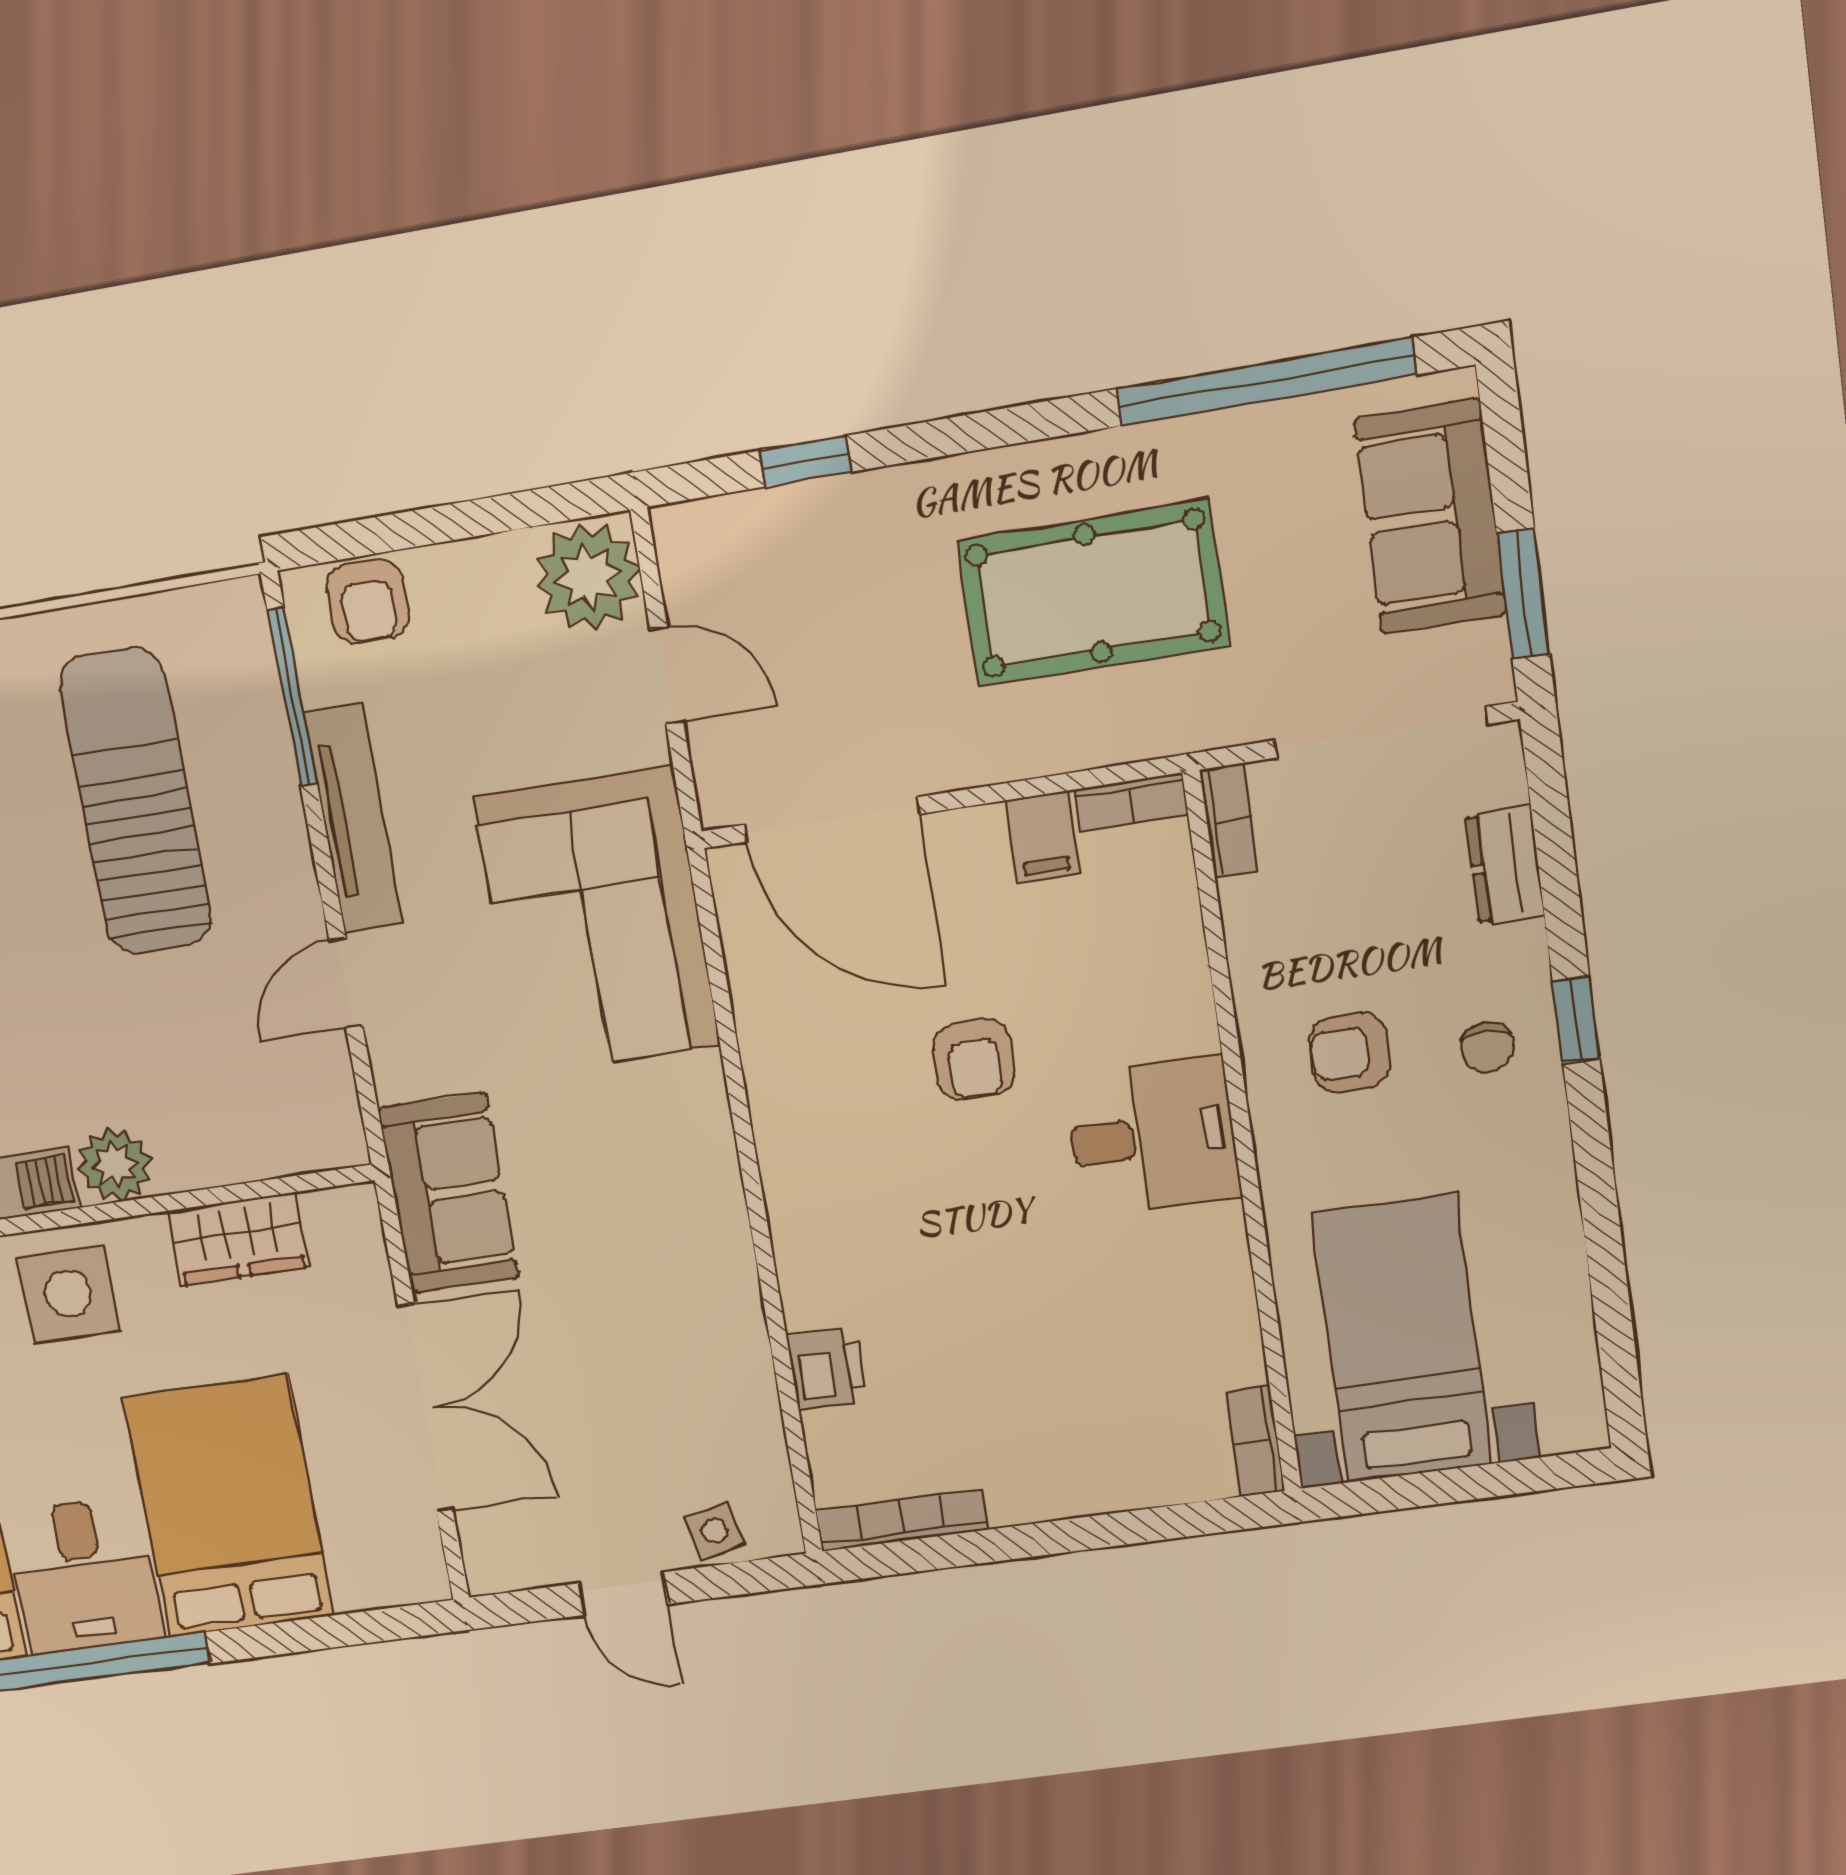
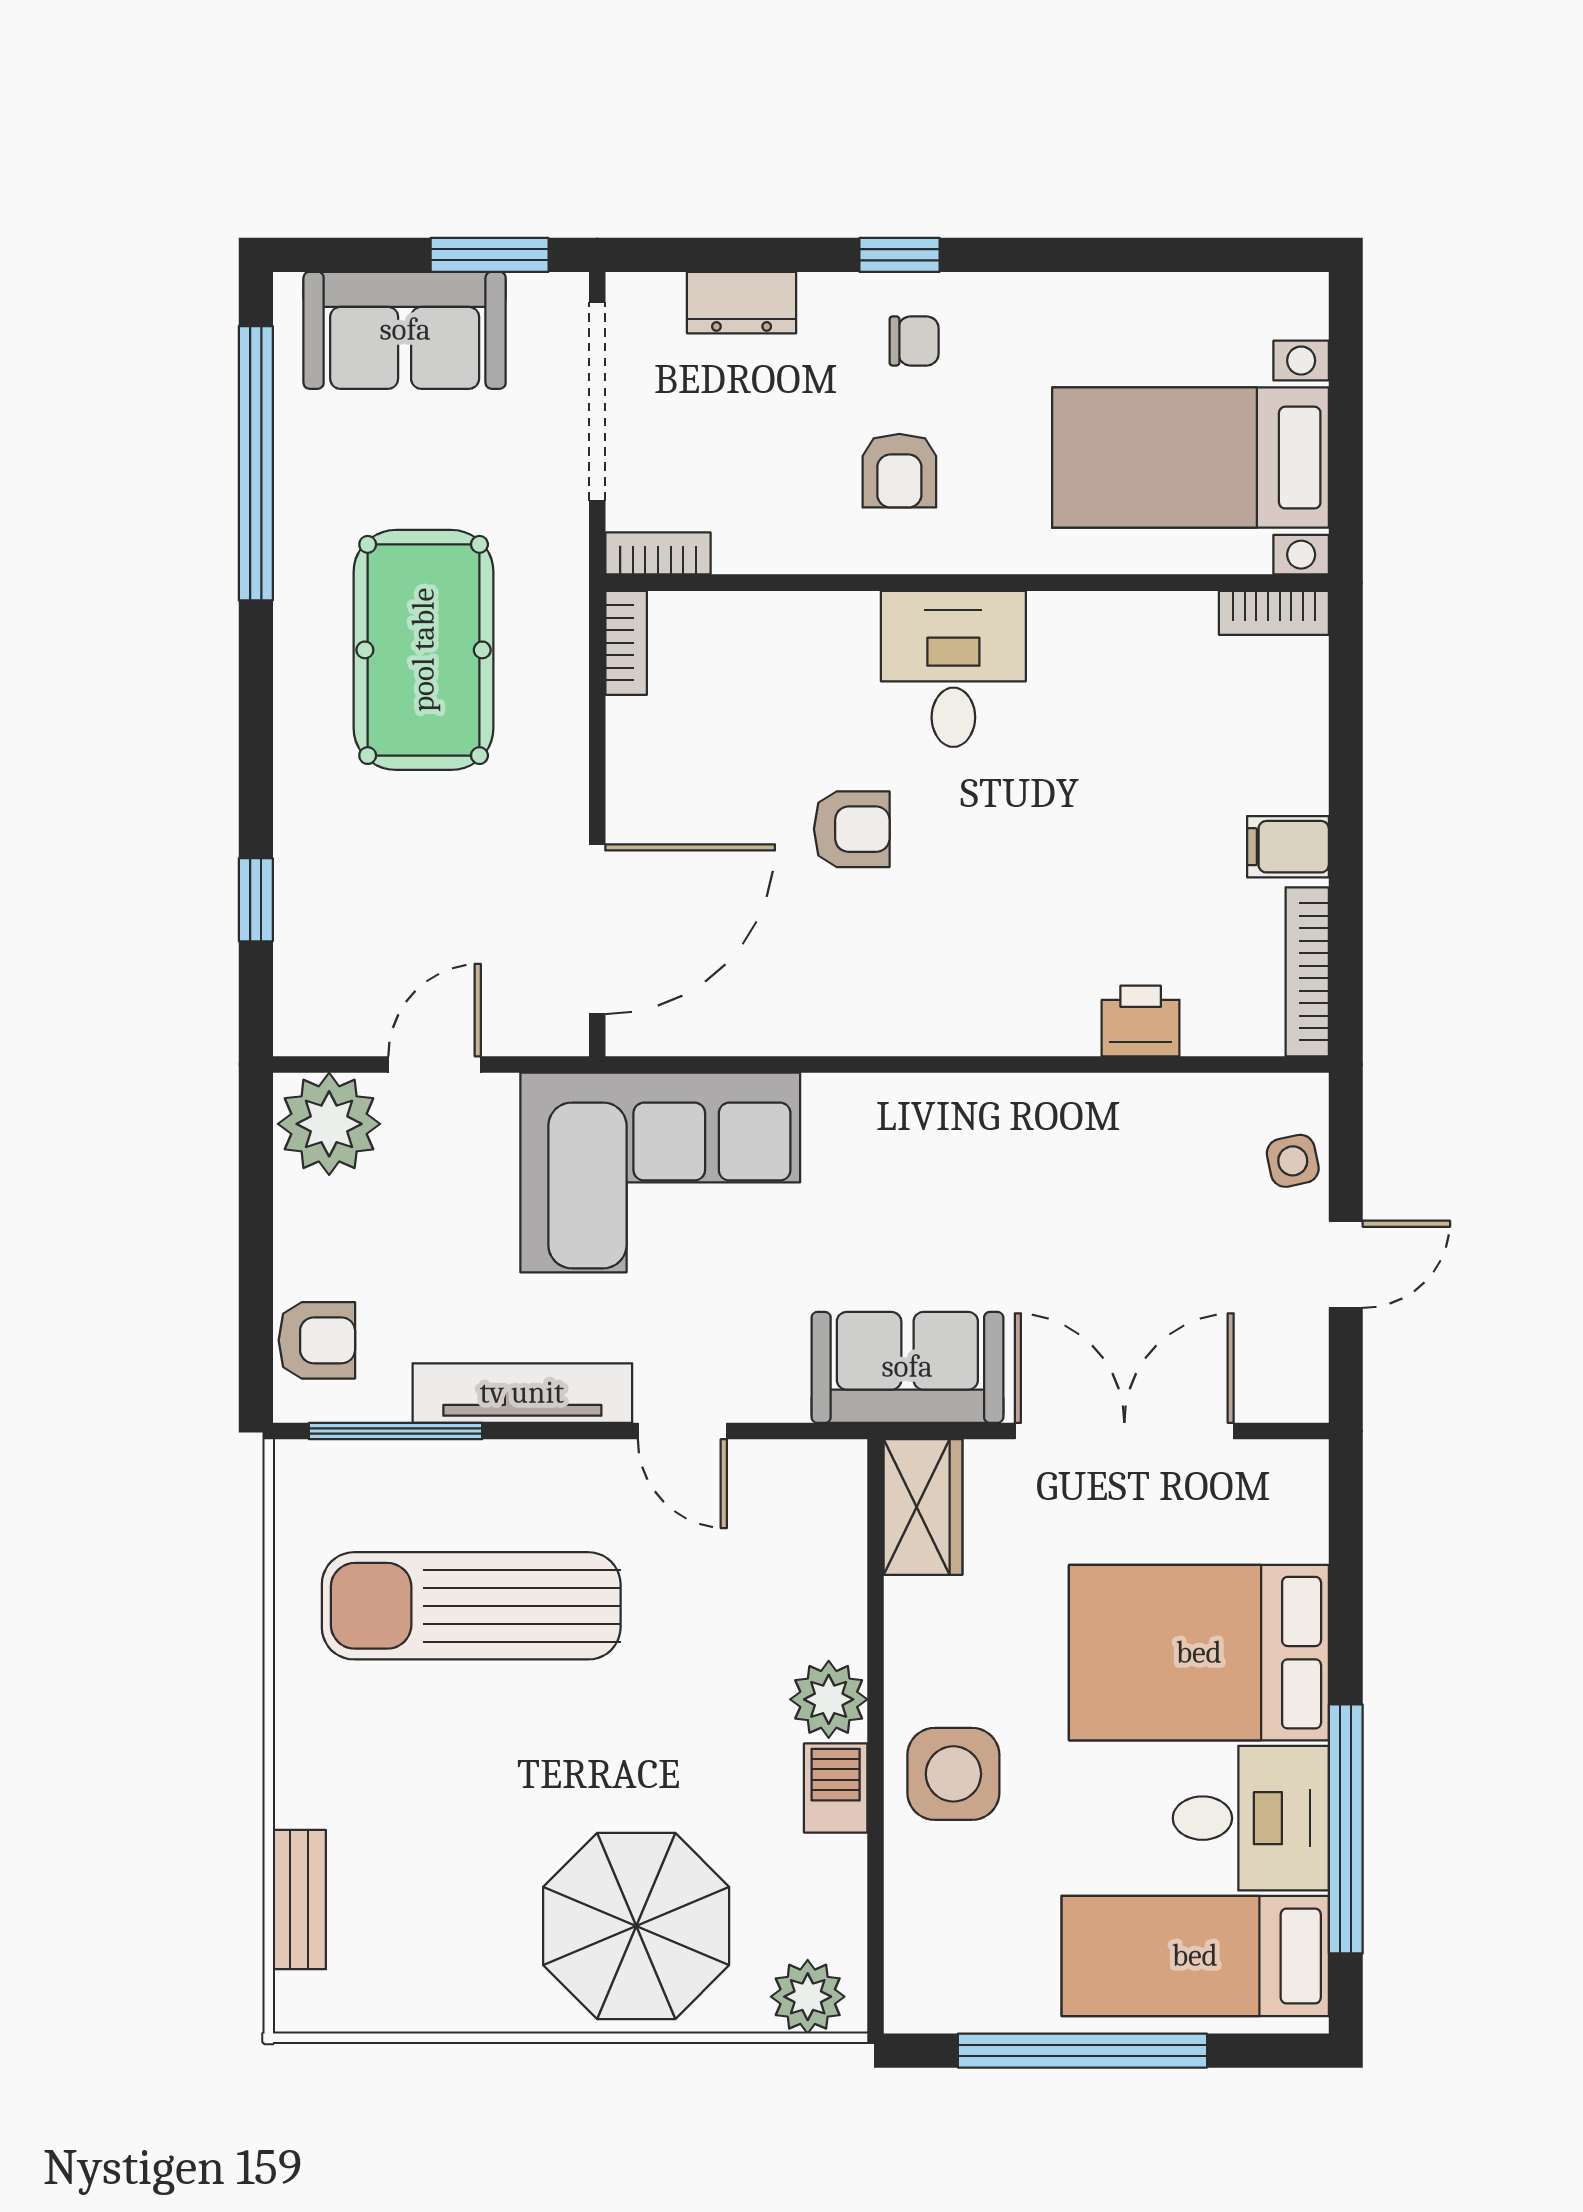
filing cabinet: (1043, 837) -> (1288, 847), moved, turned 180
wardrobe: (238, 1239) -> (923, 1507), moved

